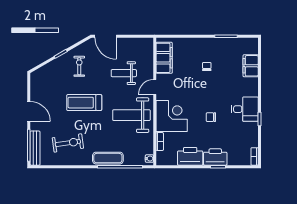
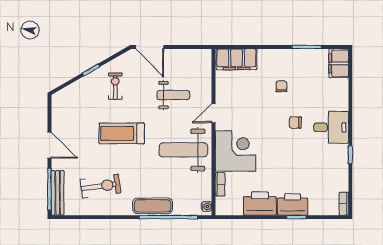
filing cabinet: (164, 58) -> (237, 59), moved, turned 90
filing cabinet: (251, 66) -> (339, 63), moved
weight bench: (124, 73) -> (173, 95), turned 180
desk: (245, 109) -> (331, 127), moved
chair: (211, 117) -> (295, 123), moved

